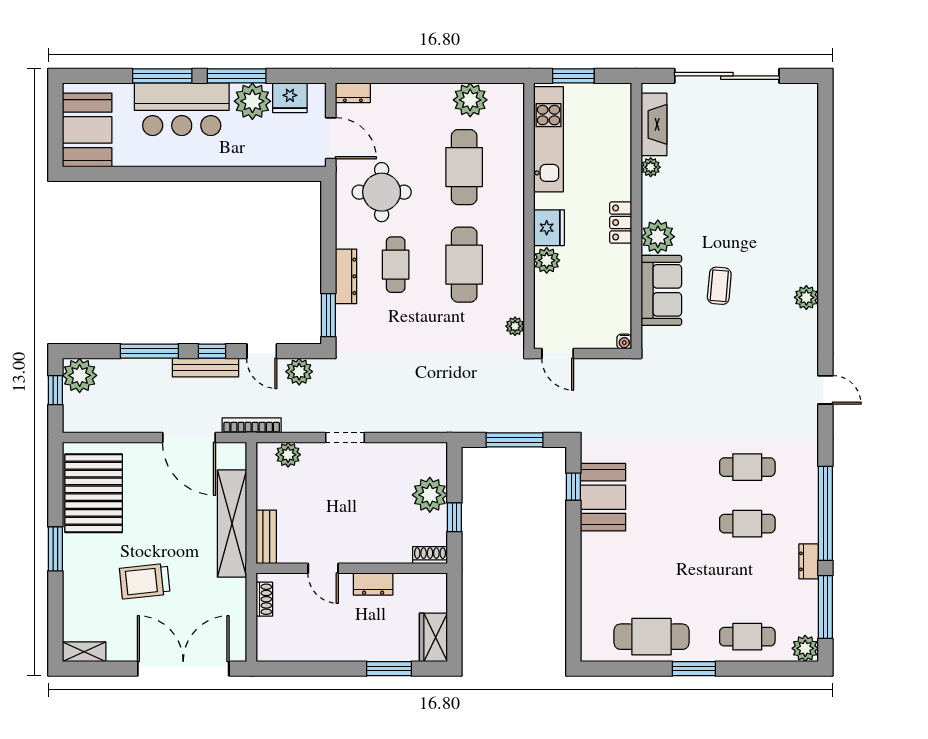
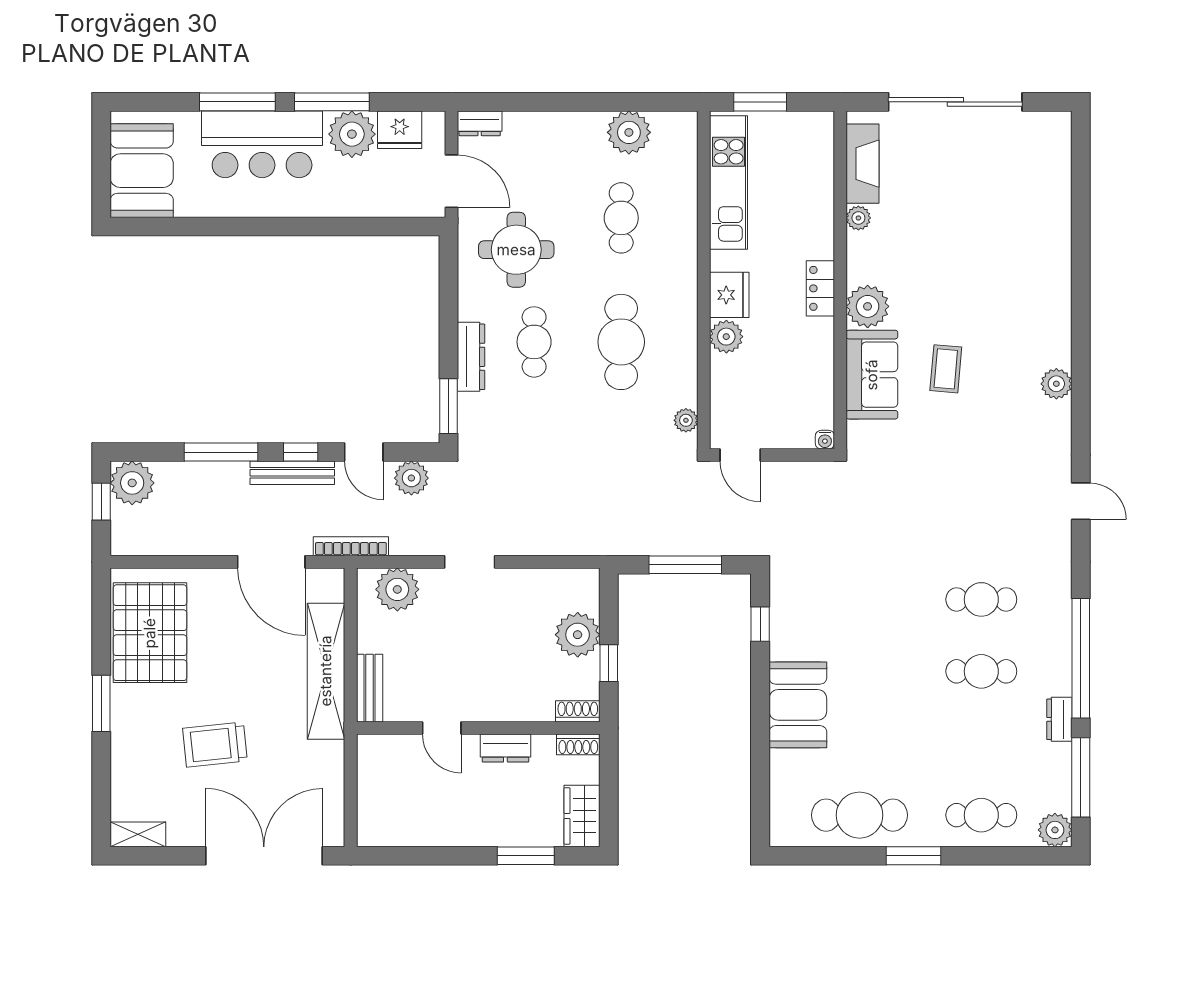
cafe table: (464, 167) -> (621, 218), width x0.73, depth x0.74
plant: (288, 455) -> (397, 589), width x1.36, depth x1.36
booth: (603, 497) -> (798, 705), moved
shoe rack: (264, 599) -> (578, 744), moved, turned 90

